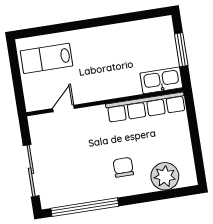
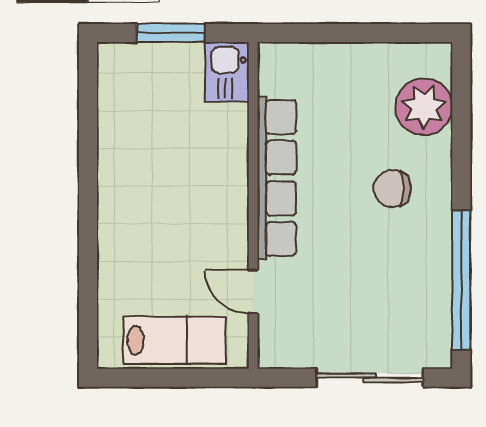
lab bench: (46, 58) -> (174, 340), moved, turned -90
kitchen sink: (161, 80) -> (227, 72), width x0.73
row of seats: (146, 107) -> (277, 178), moved

